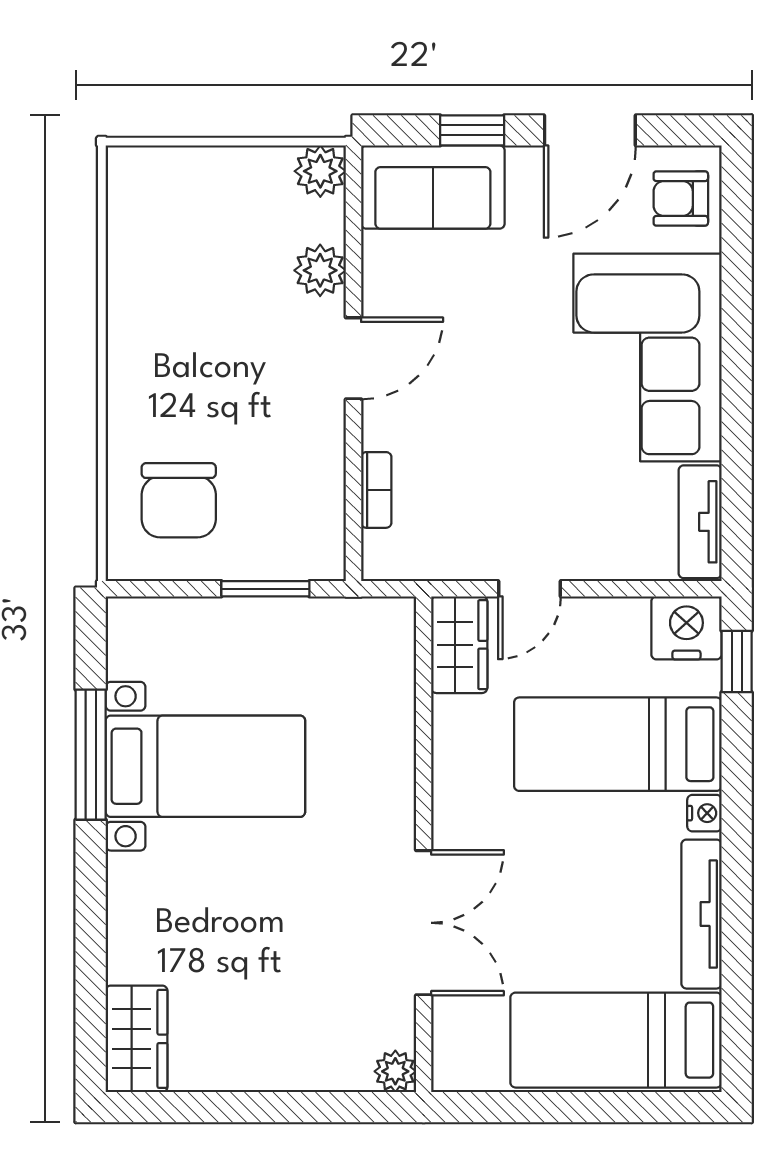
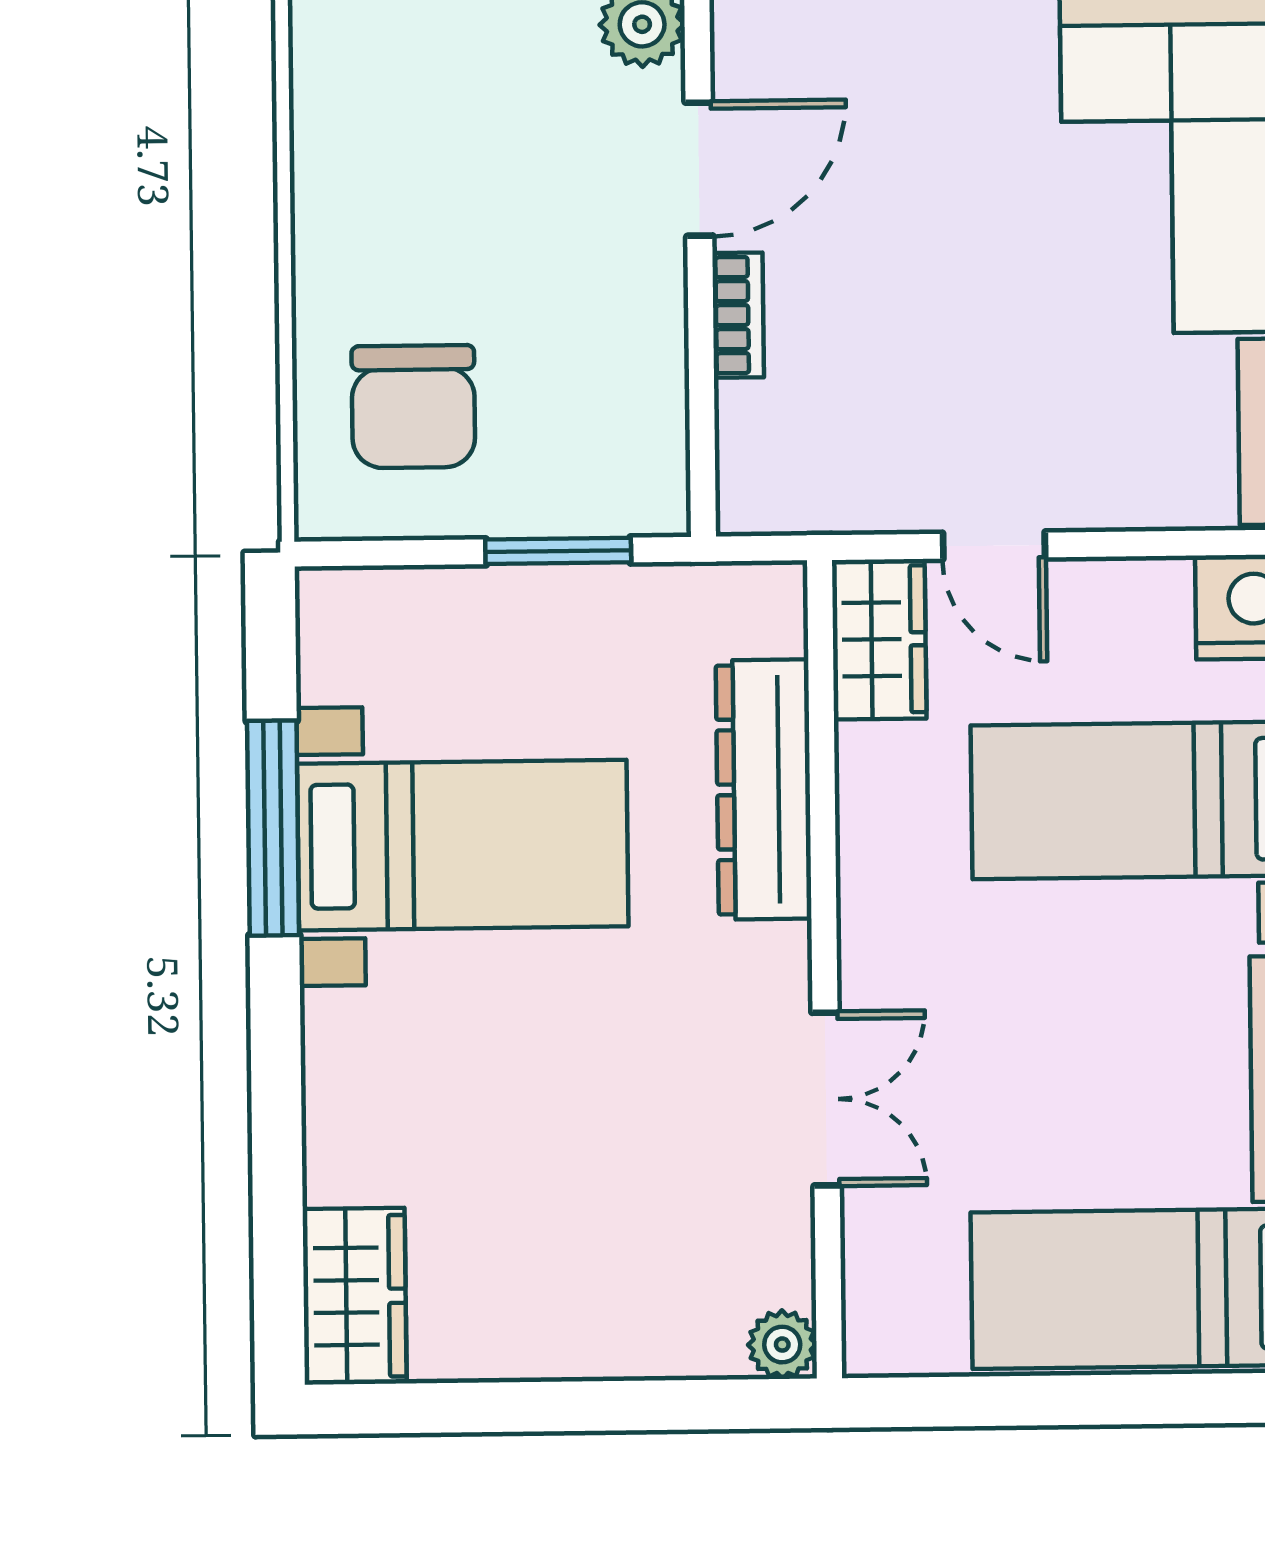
bookcase: (376, 490) -> (738, 315), moved
door: (529, 589) -> (994, 546), hinge flipped
dresser: (388, 735) -> (764, 789), added
double door: (424, 923) -> (826, 1099), width x0.73

